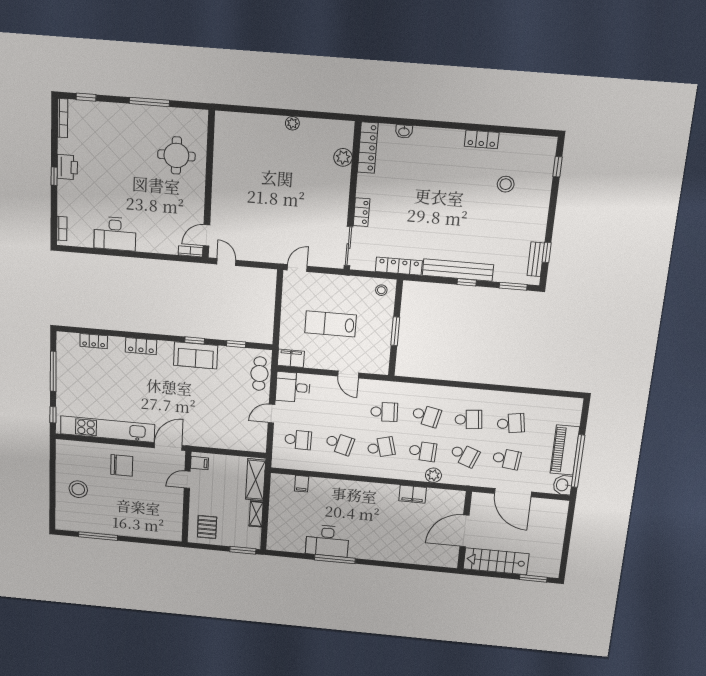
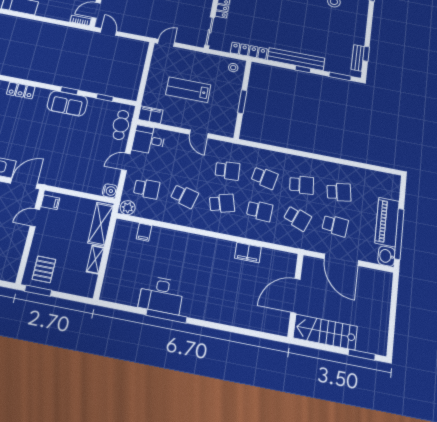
water cooler: (259, 446) -> (110, 191), added
plant: (433, 475) -> (128, 208), moved
window: (243, 550) -> (38, 291), moved

